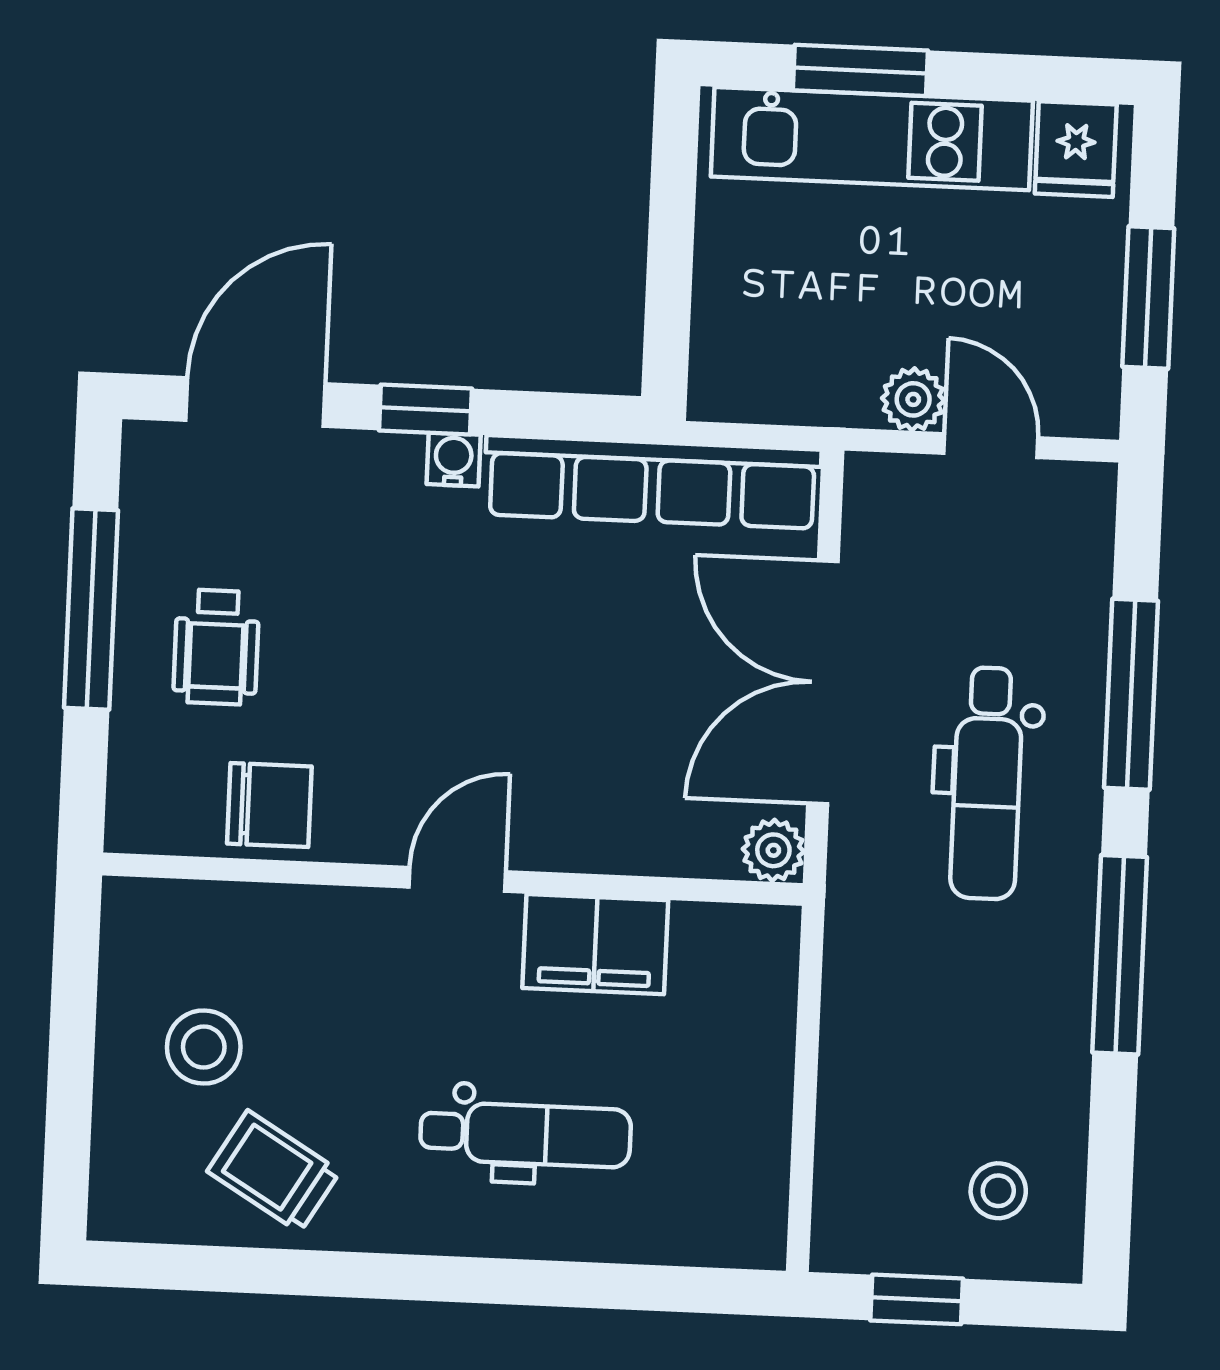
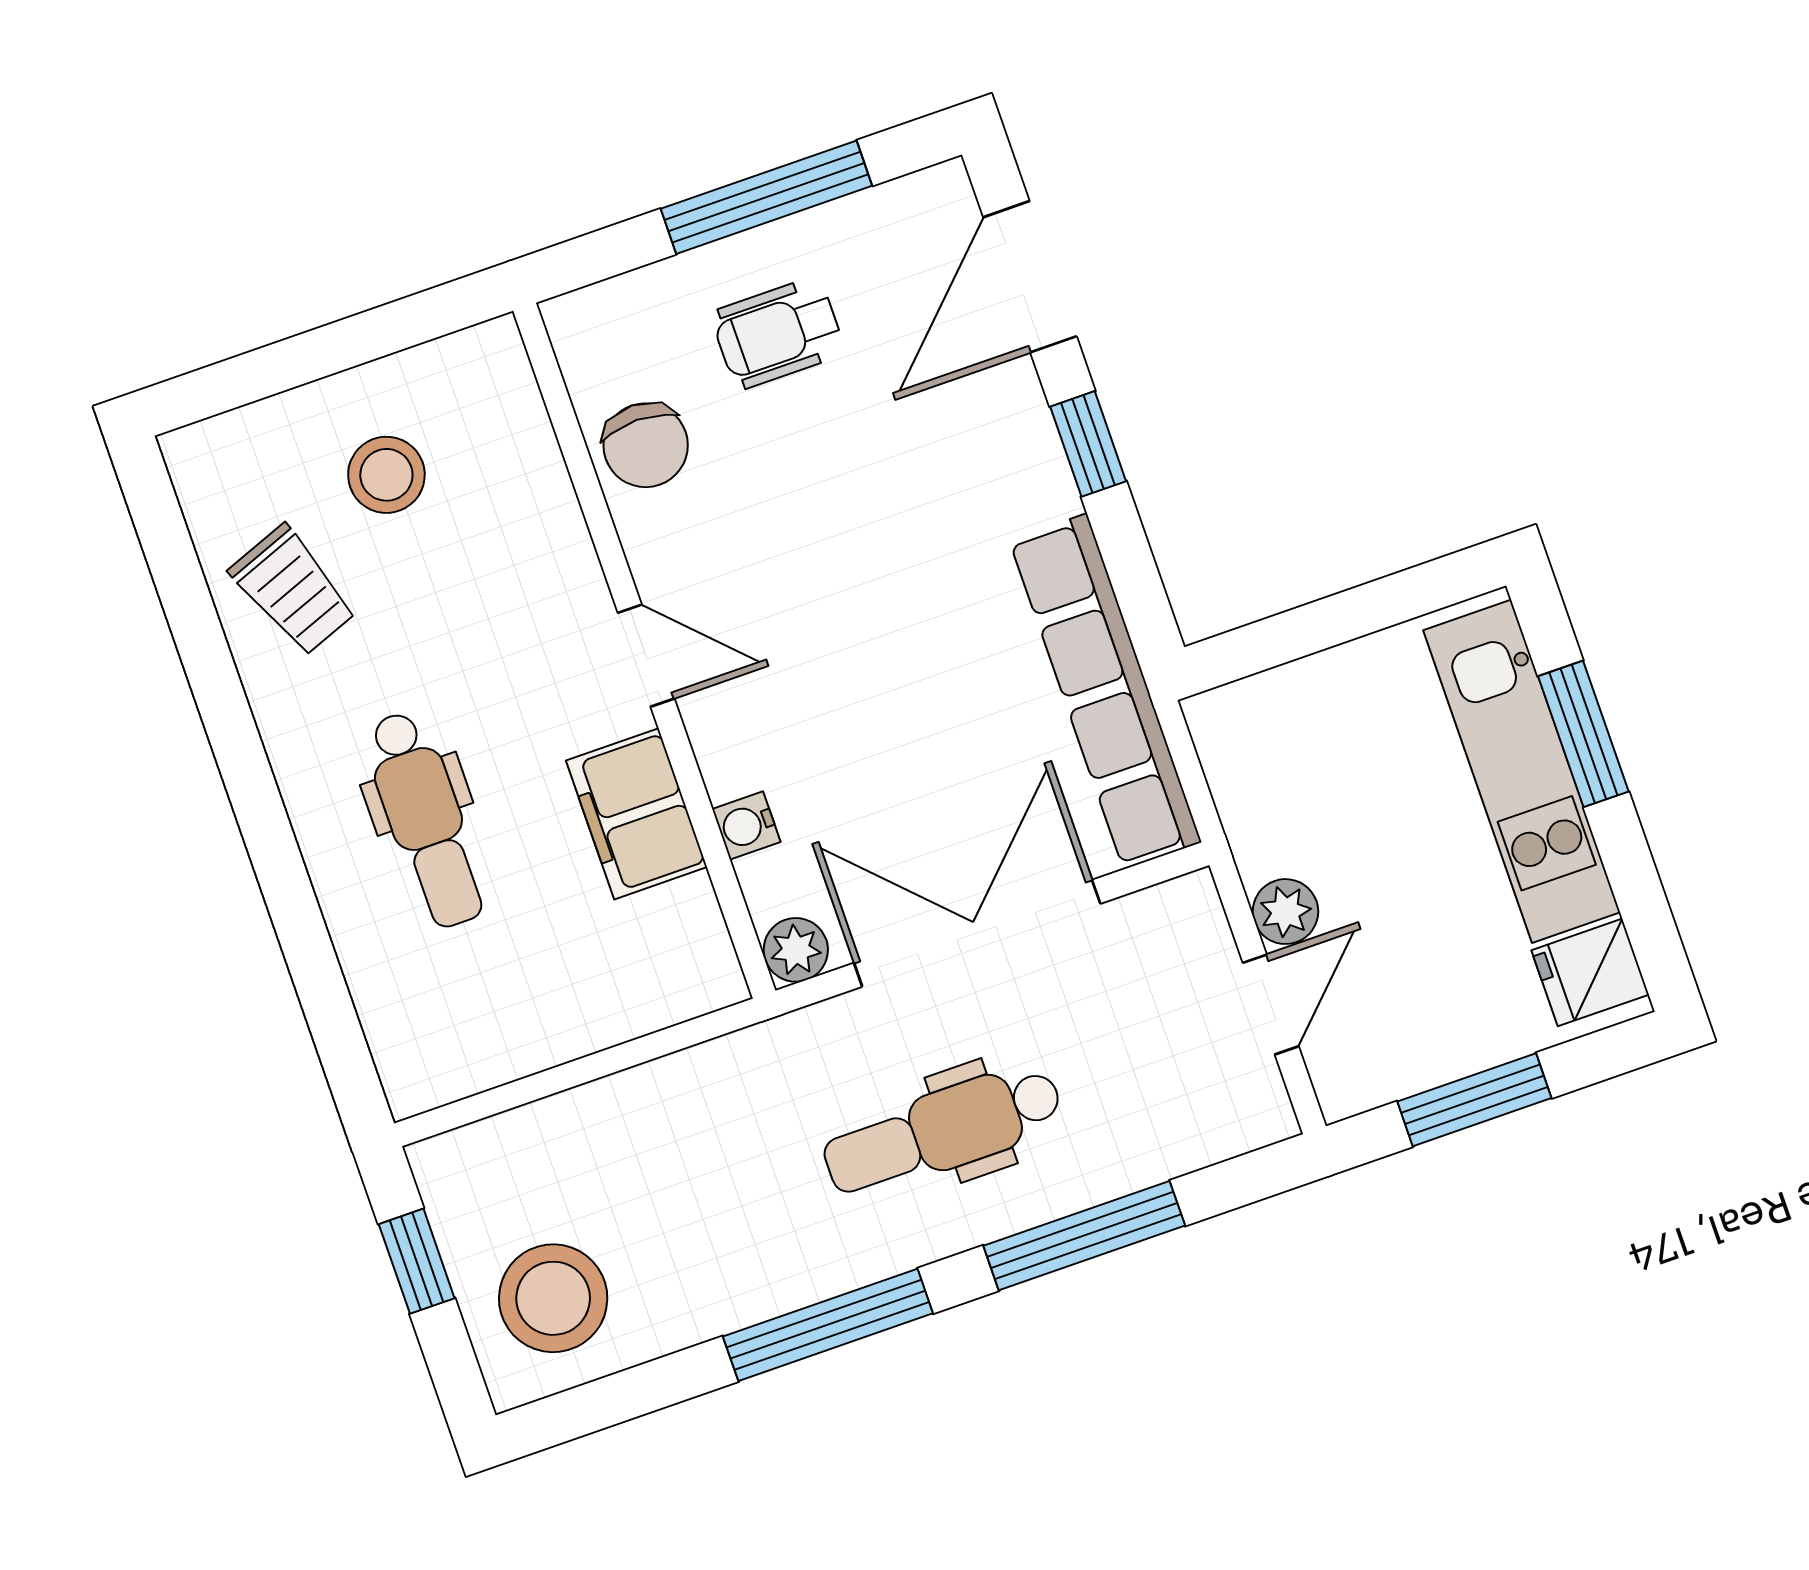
door: (256, 402) -> (1030, 277), swing flipped
water cooler: (454, 459) -> (746, 825), moved, turned 180
trolley: (274, 1171) -> (293, 590), turned 128
stool: (998, 1191) -> (553, 1298), width x1.89, depth x1.89

